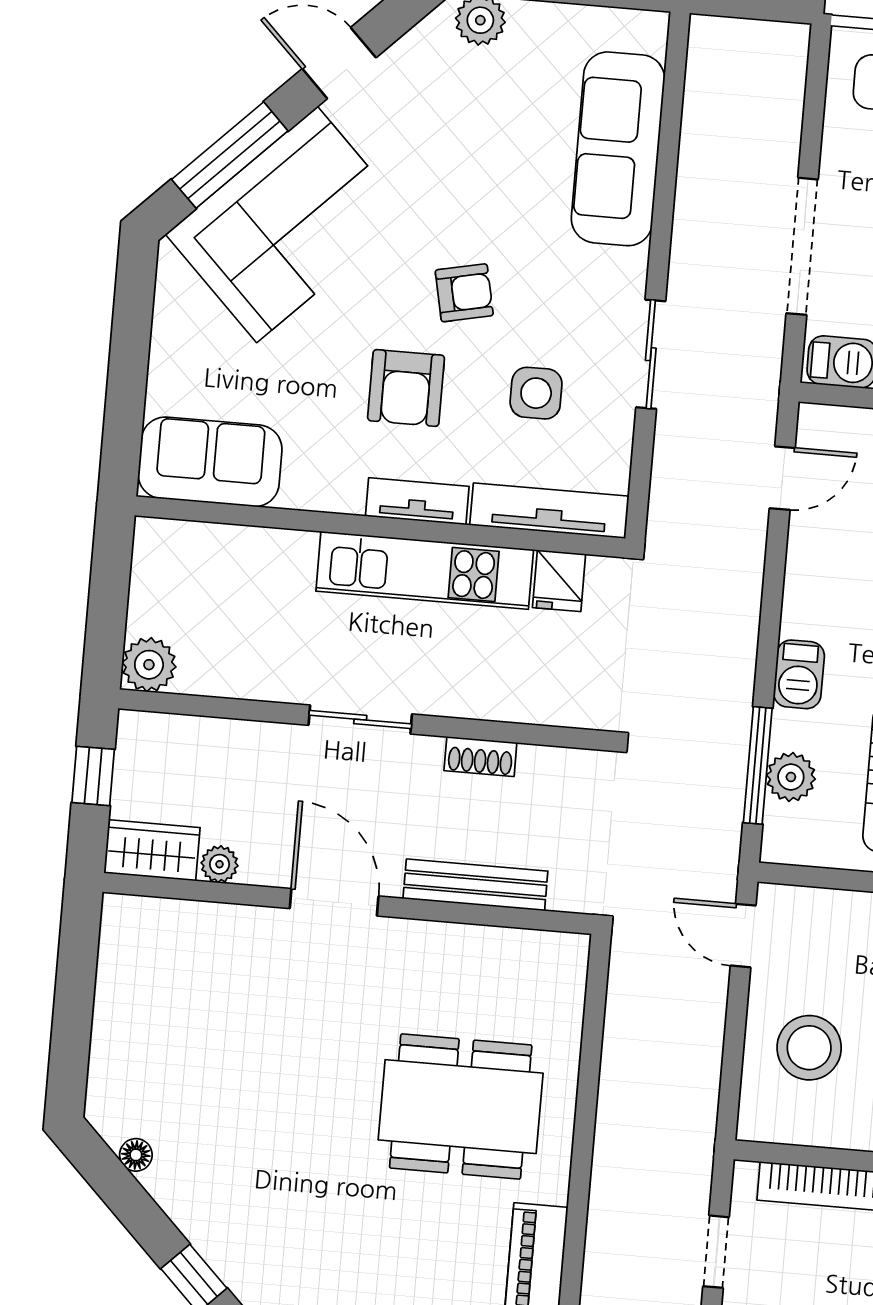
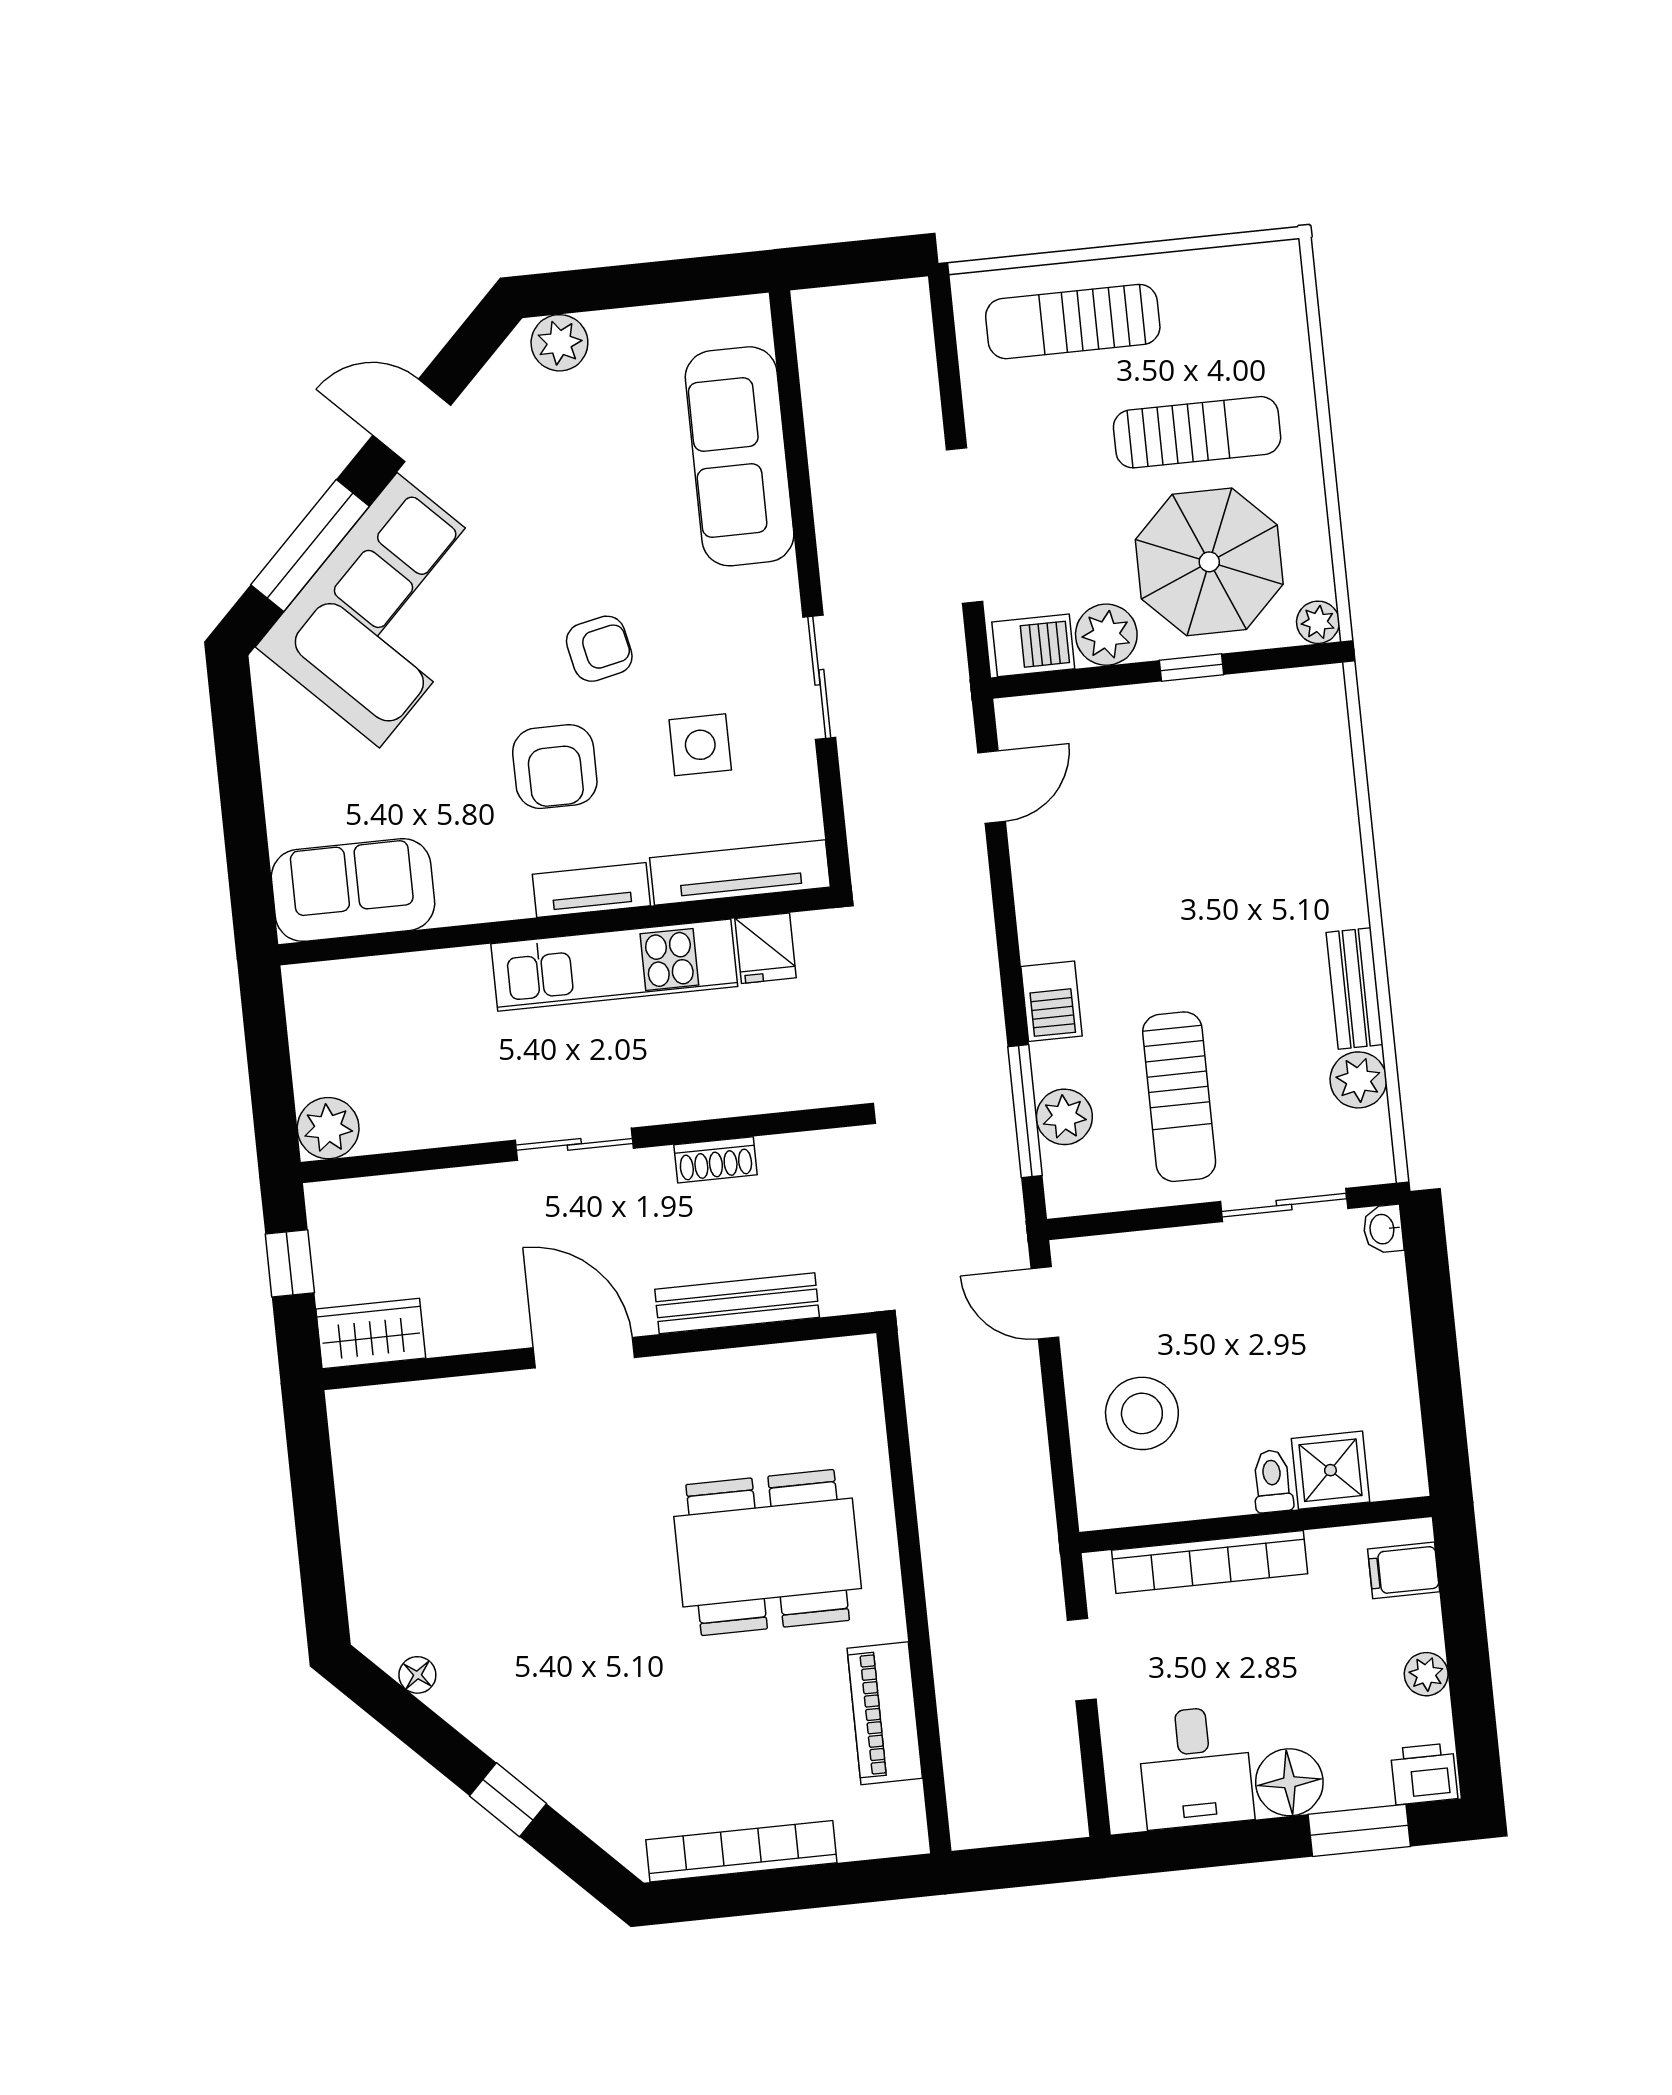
plant: (219, 864) -> (449, 1335), removed

